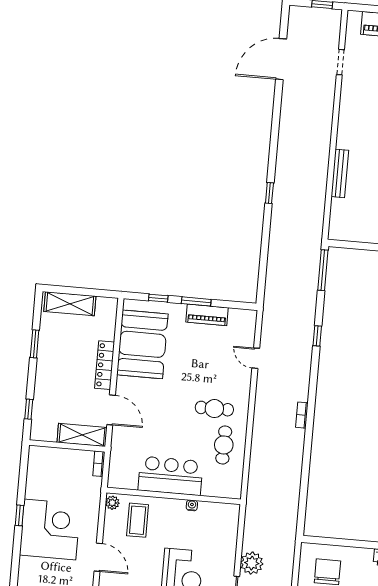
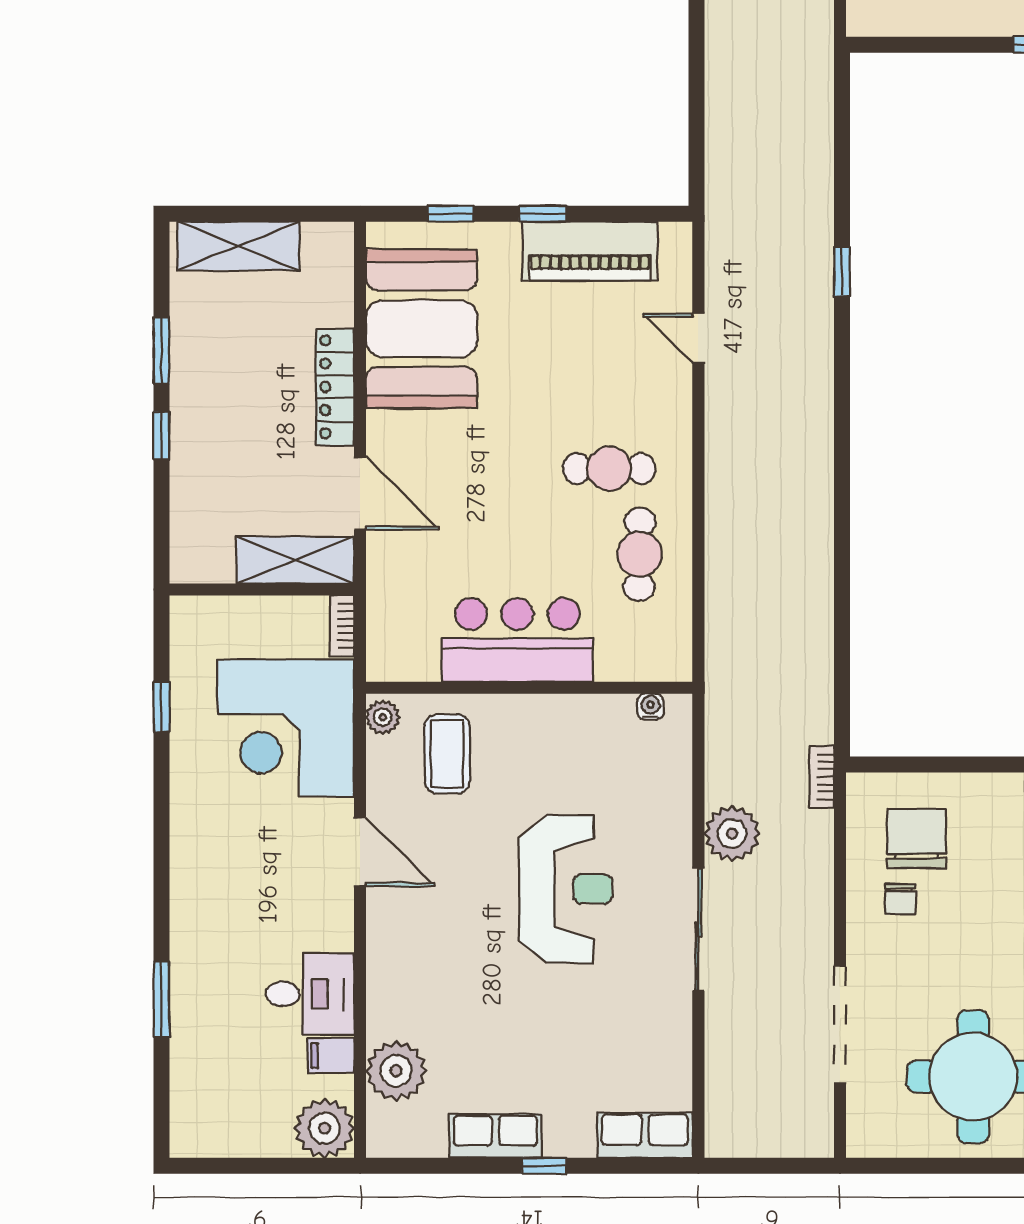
window: (323, 270) -> (842, 111), removed
window: (196, 301) -> (543, 214), width x0.67
piano: (207, 315) -> (590, 251), width x1.37, depth x1.33
window: (29, 409) -> (161, 436), moved
bookcase: (302, 415) -> (822, 777), moved
water cooler: (192, 505) -> (650, 707), moved
window: (20, 515) -> (161, 707), moved
corner desk: (50, 529) -> (286, 728), moved, turned 180

